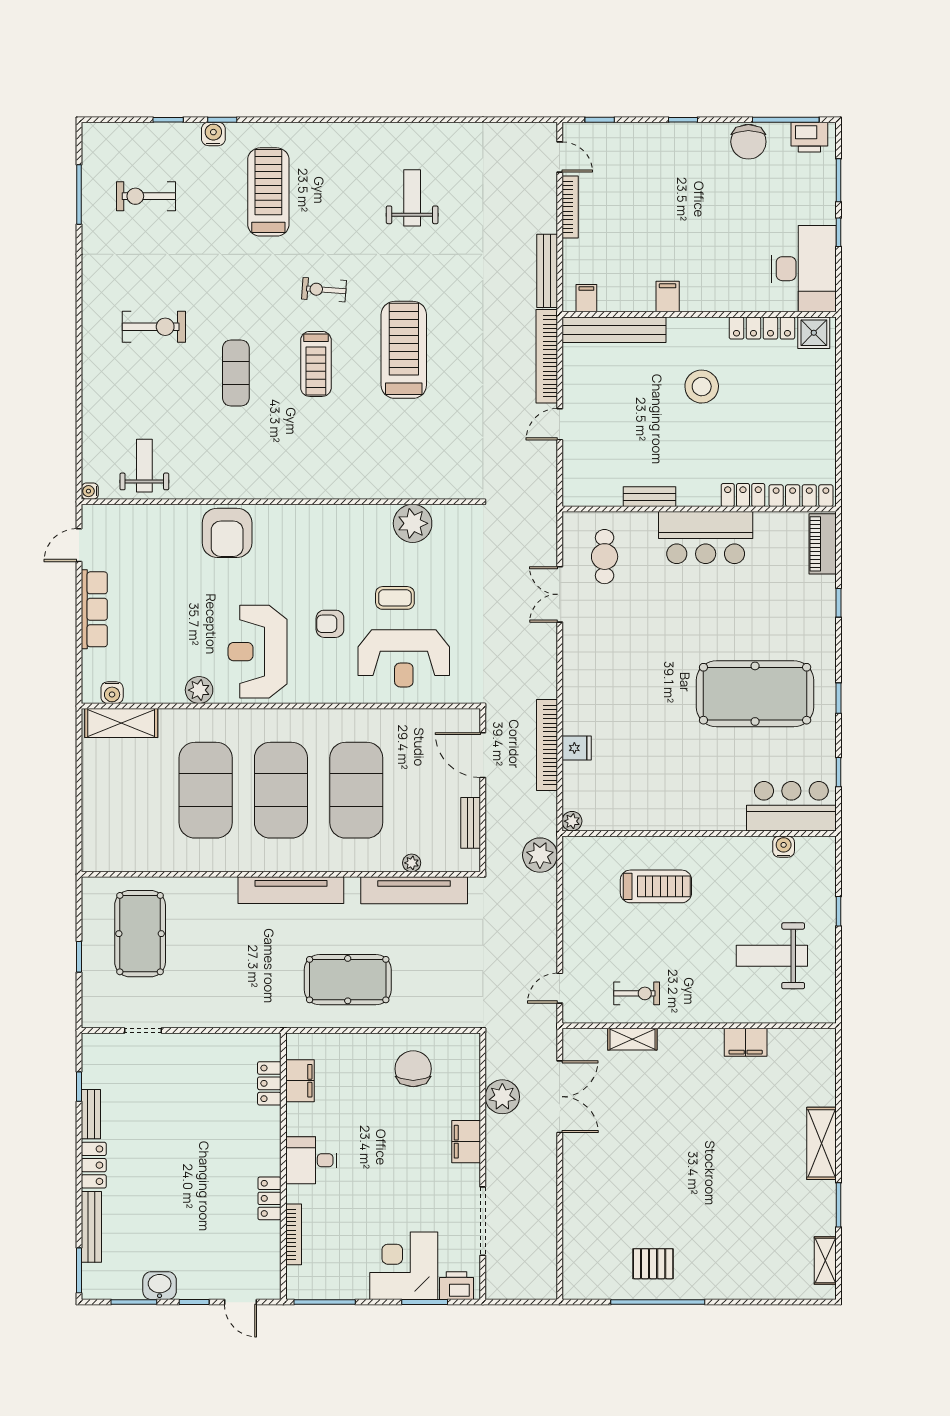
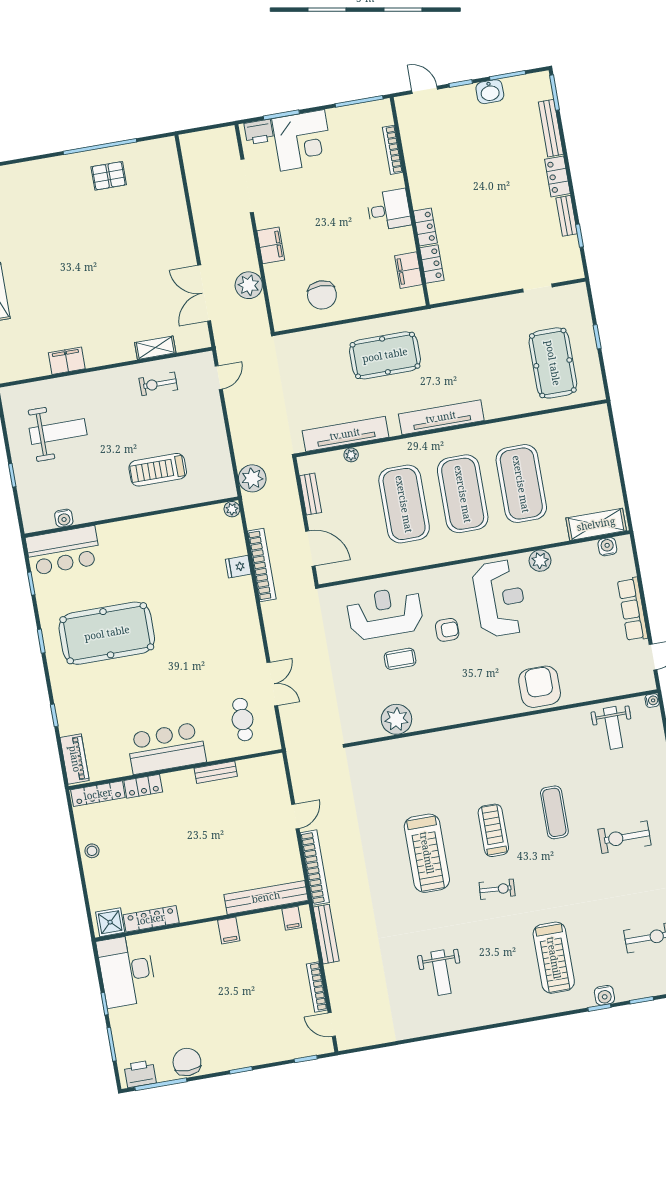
stool: (702, 387) -> (92, 851), moved, width x0.53, depth x0.53
locker: (270, 1198) -> (425, 227), moved

